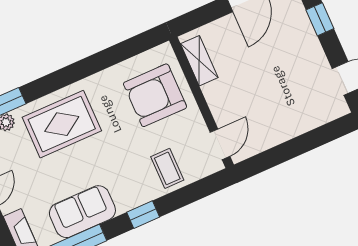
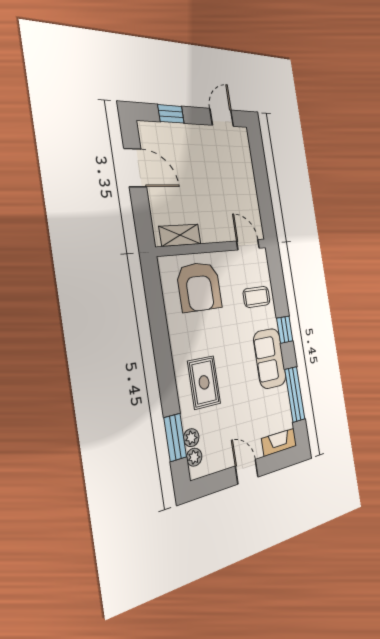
rug: (62, 124) -> (204, 382), width x0.73, depth x0.70
sofa: (82, 212) -> (270, 358), moved

